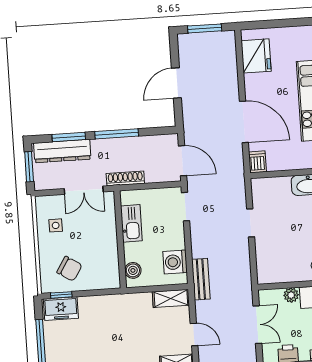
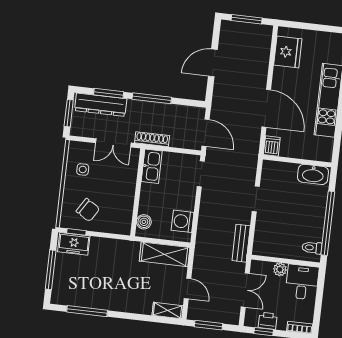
kitchen sink: (131, 223) -> (152, 166), moved
bench: (201, 279) -> (241, 243), moved
shelving: (171, 298) -> (165, 254), width x1.50, depth x1.33

